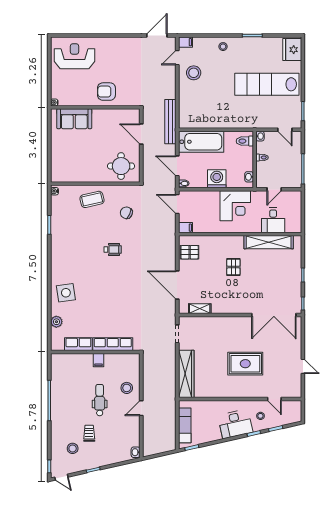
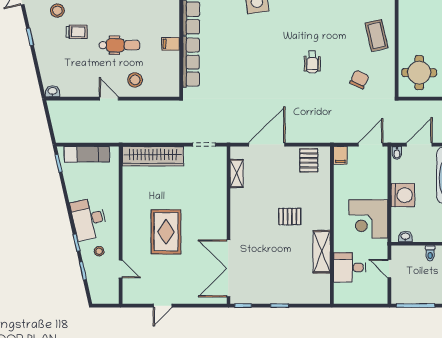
shelving: (269, 242) -> (322, 252), width x0.68
door: (274, 399) -> (121, 269), swing flipped

